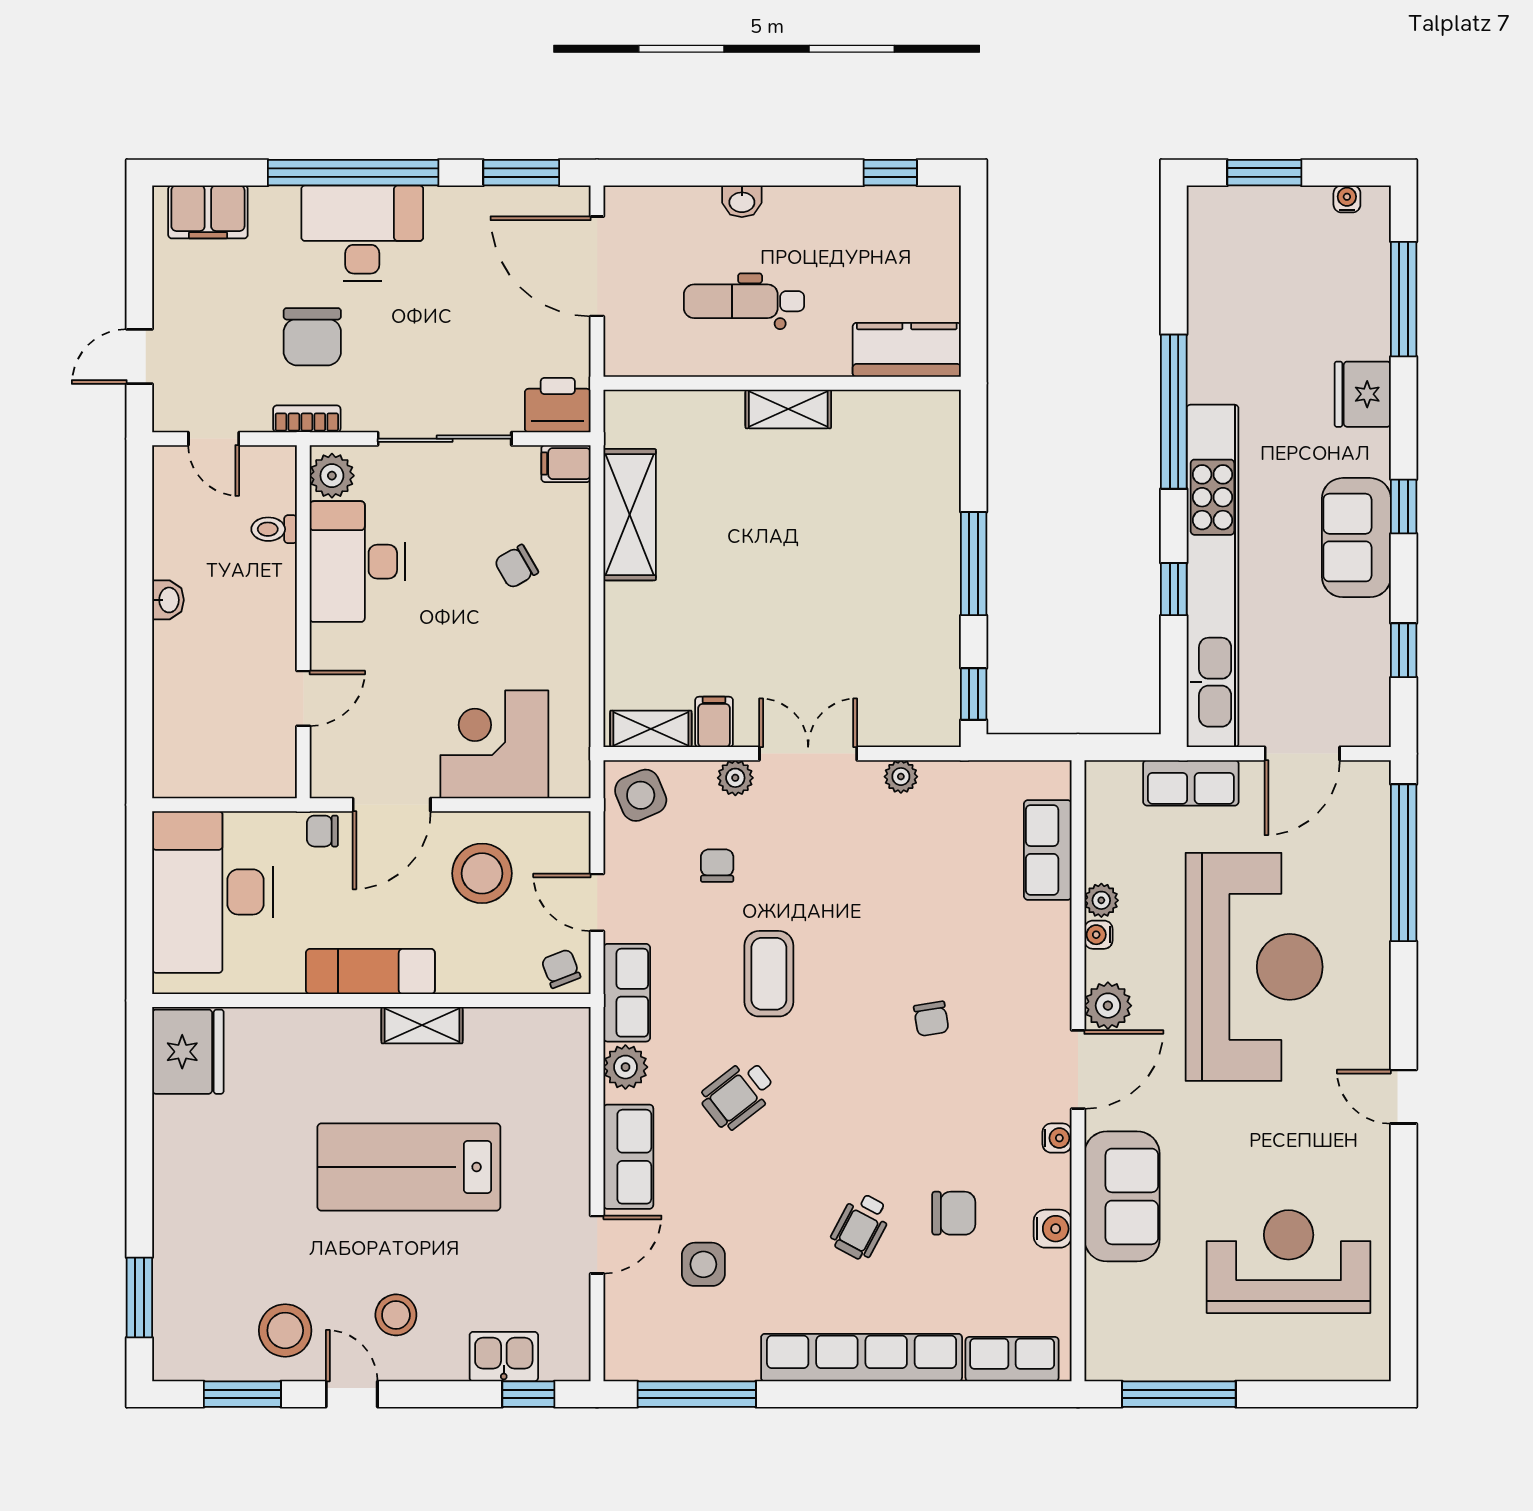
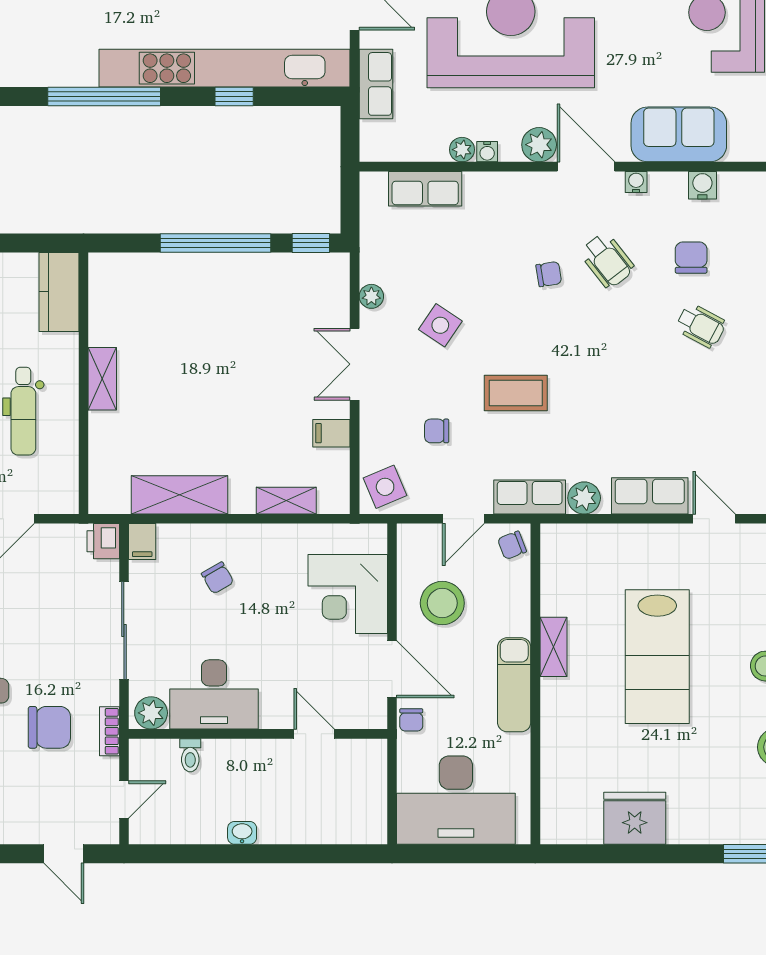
printer: (558, 405) -> (103, 541), width x0.73, depth x0.81
window: (974, 564) -> (216, 243), width x1.46
shelving: (651, 729) -> (286, 501), moved, turned 90
plant: (735, 778) -> (372, 418), removed
fridge: (188, 1052) -> (635, 818), moved
wheelchair: (738, 1095) -> (607, 260), moved
side table: (703, 1264) -> (440, 325), moved, turned 34

